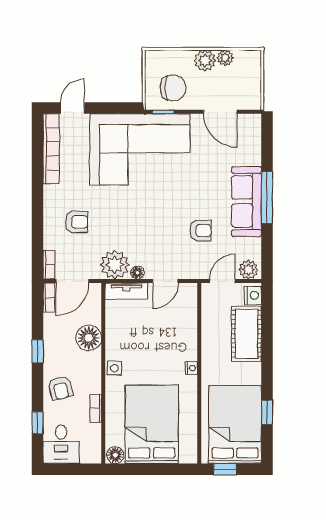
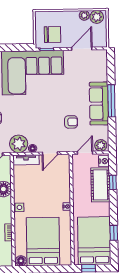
plant: (205, 61) -> (97, 17), moved
door: (220, 112) -> (82, 49), swing flipped
window: (267, 330) -> (113, 182), added

